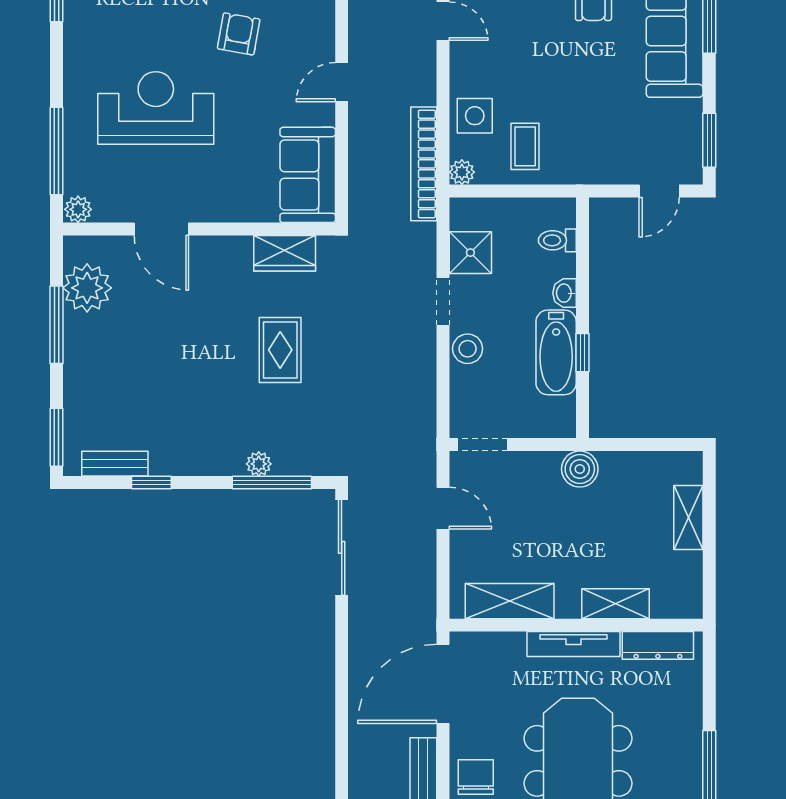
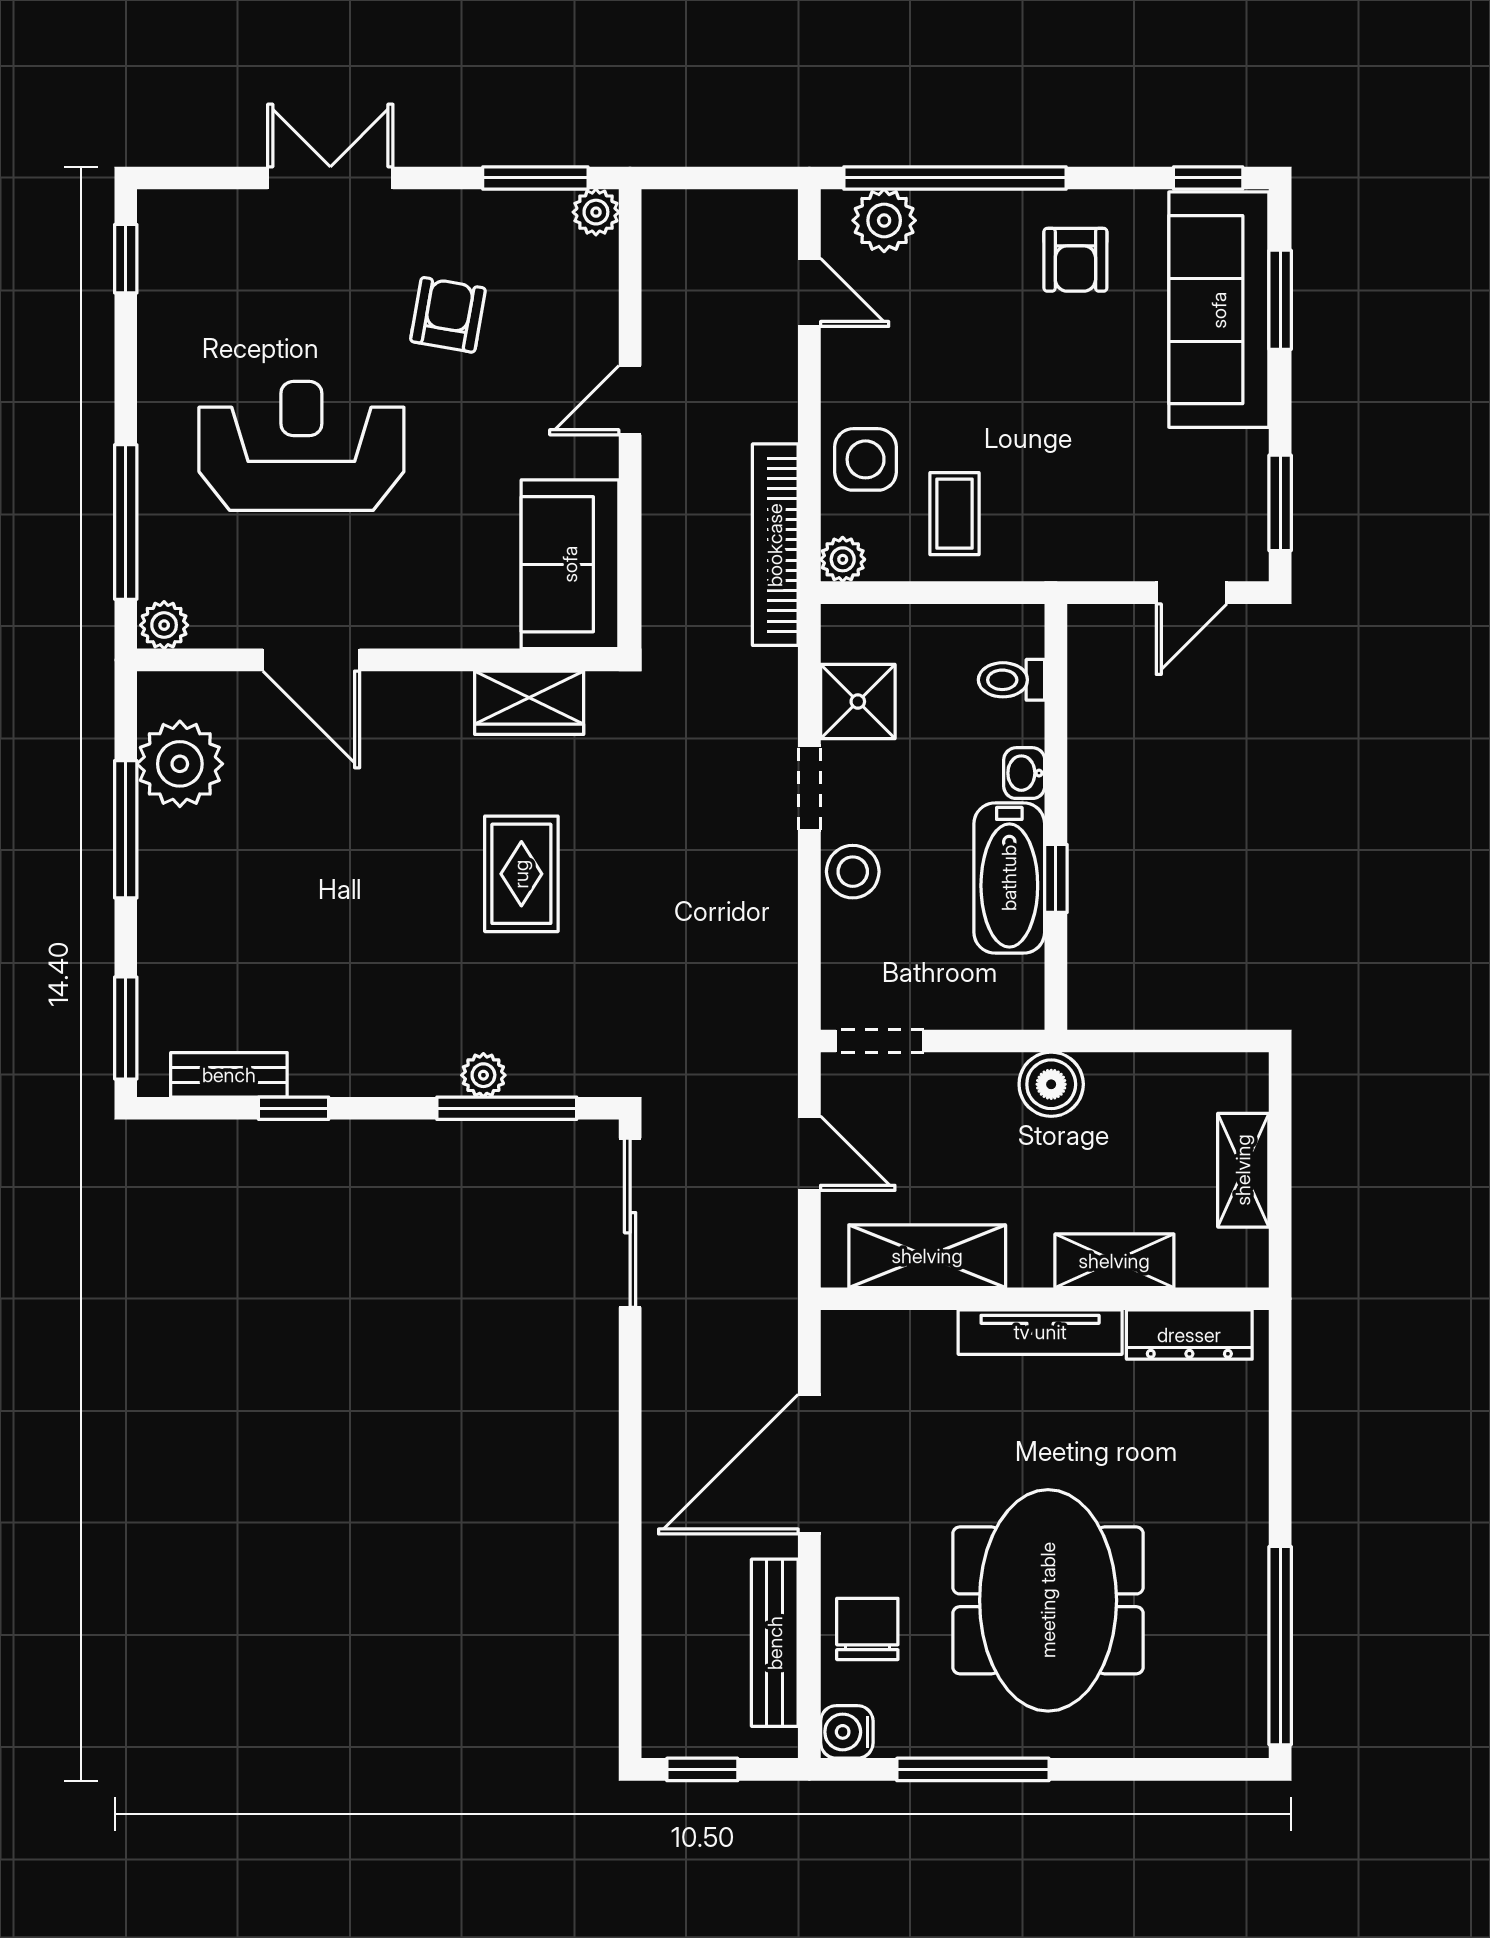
shelving: (510, 601) -> (927, 1256), moved
shelving: (616, 604) -> (1114, 1261), moved
wall: (576, 625) -> (1045, 1299), moved
tv unit: (574, 644) -> (1040, 1332), moved
dresser: (658, 645) -> (1189, 1335), moved

